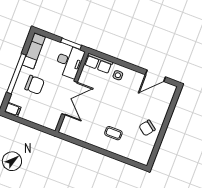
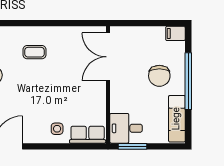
desk: (69, 62) -> (126, 128), width x0.73
chair: (35, 85) -> (159, 76), turned -90
double door: (70, 98) -> (108, 57), moved

